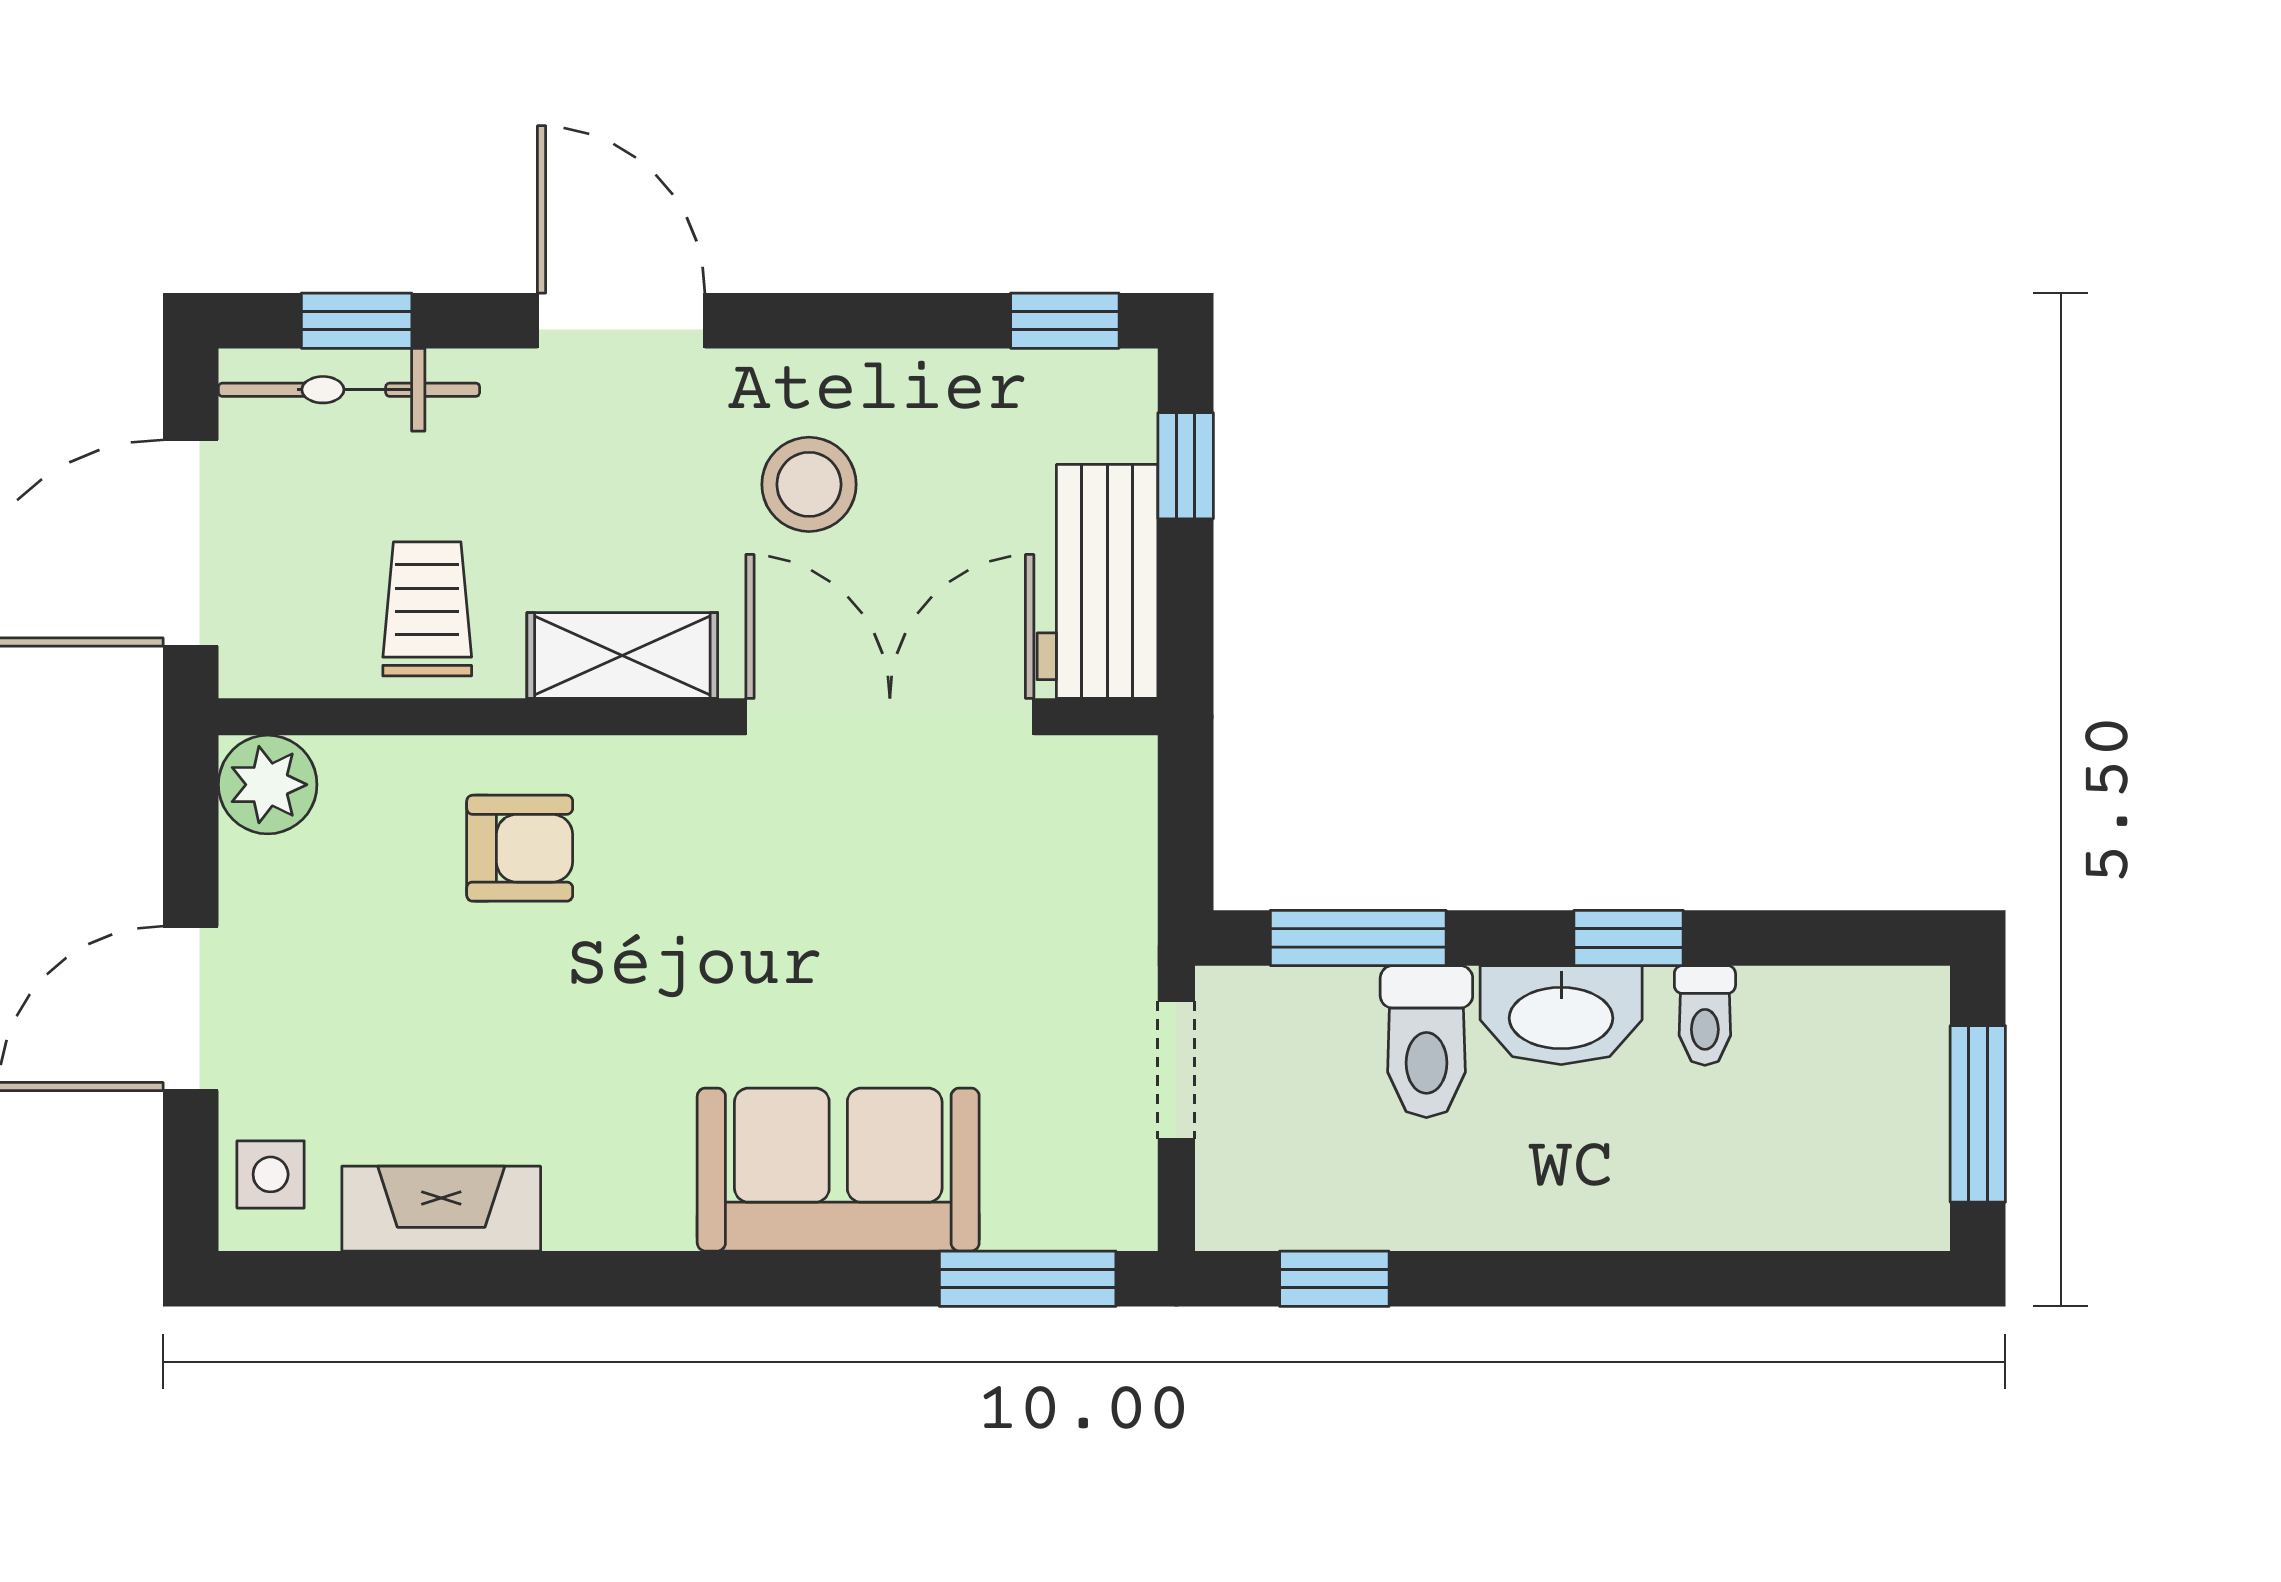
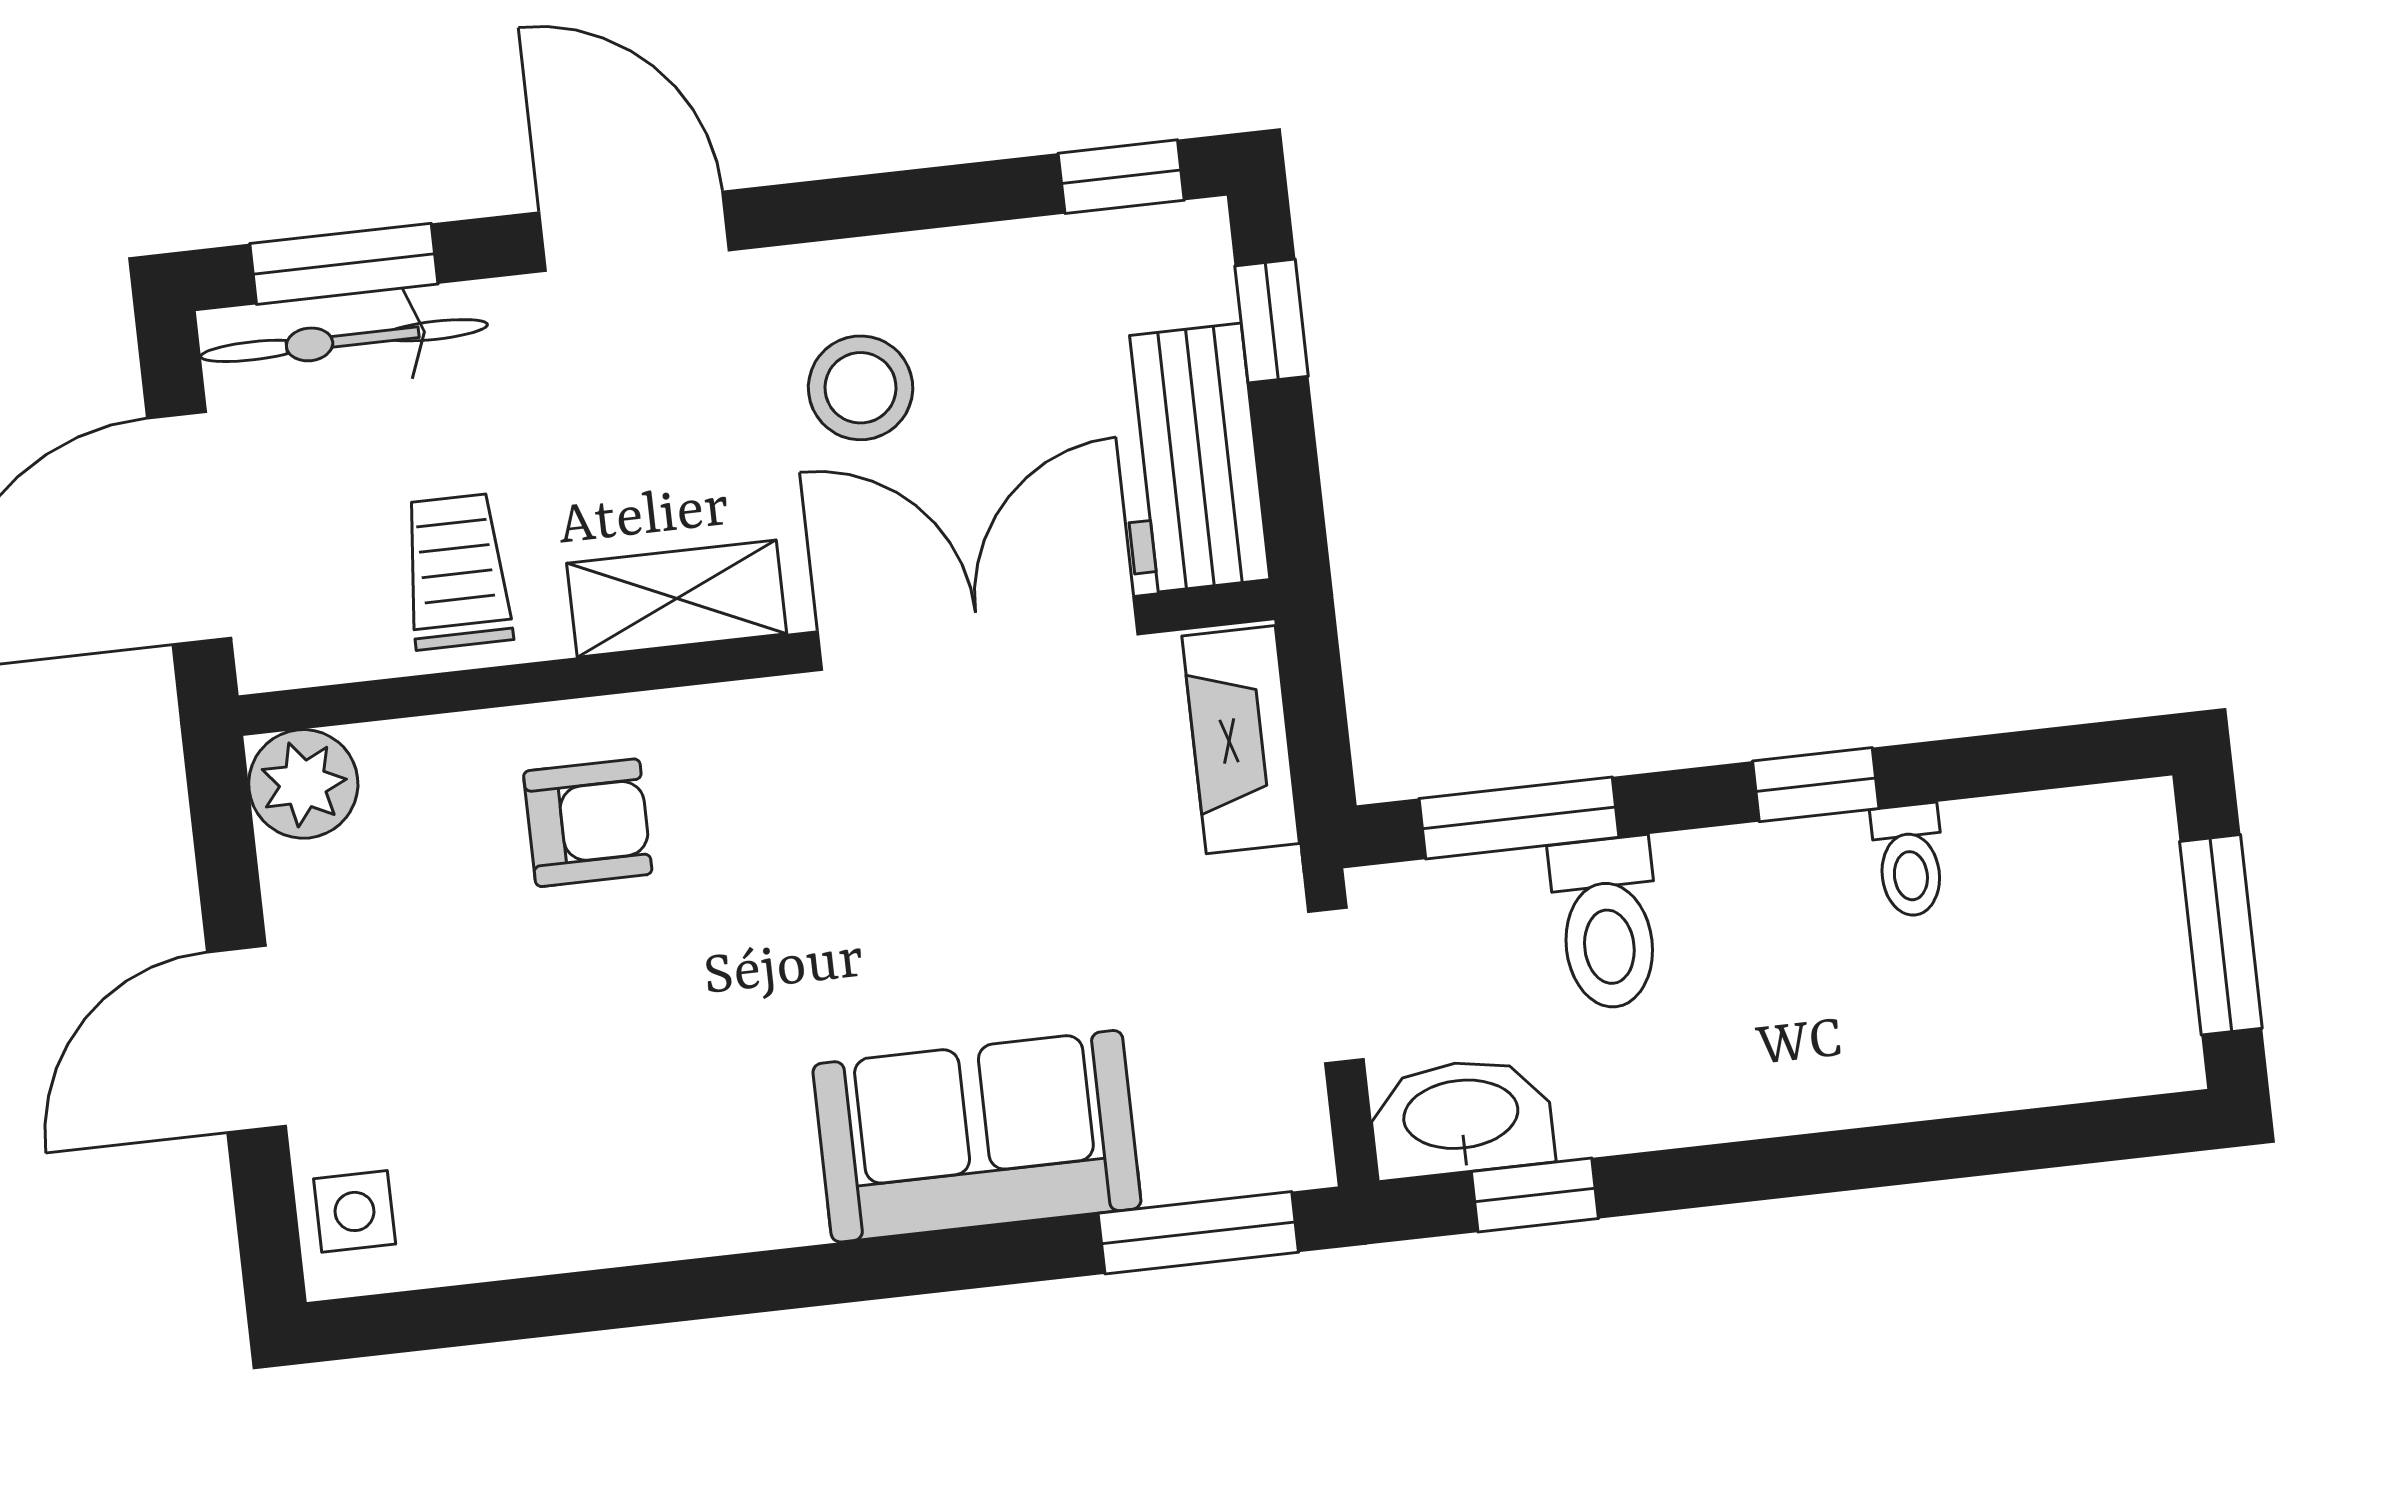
window: (357, 321) -> (344, 264), width x1.50
washbasin: (1561, 1015) -> (1461, 1118), moved, turned 180
fireplace: (441, 1209) -> (1241, 740), moved, turned -90

